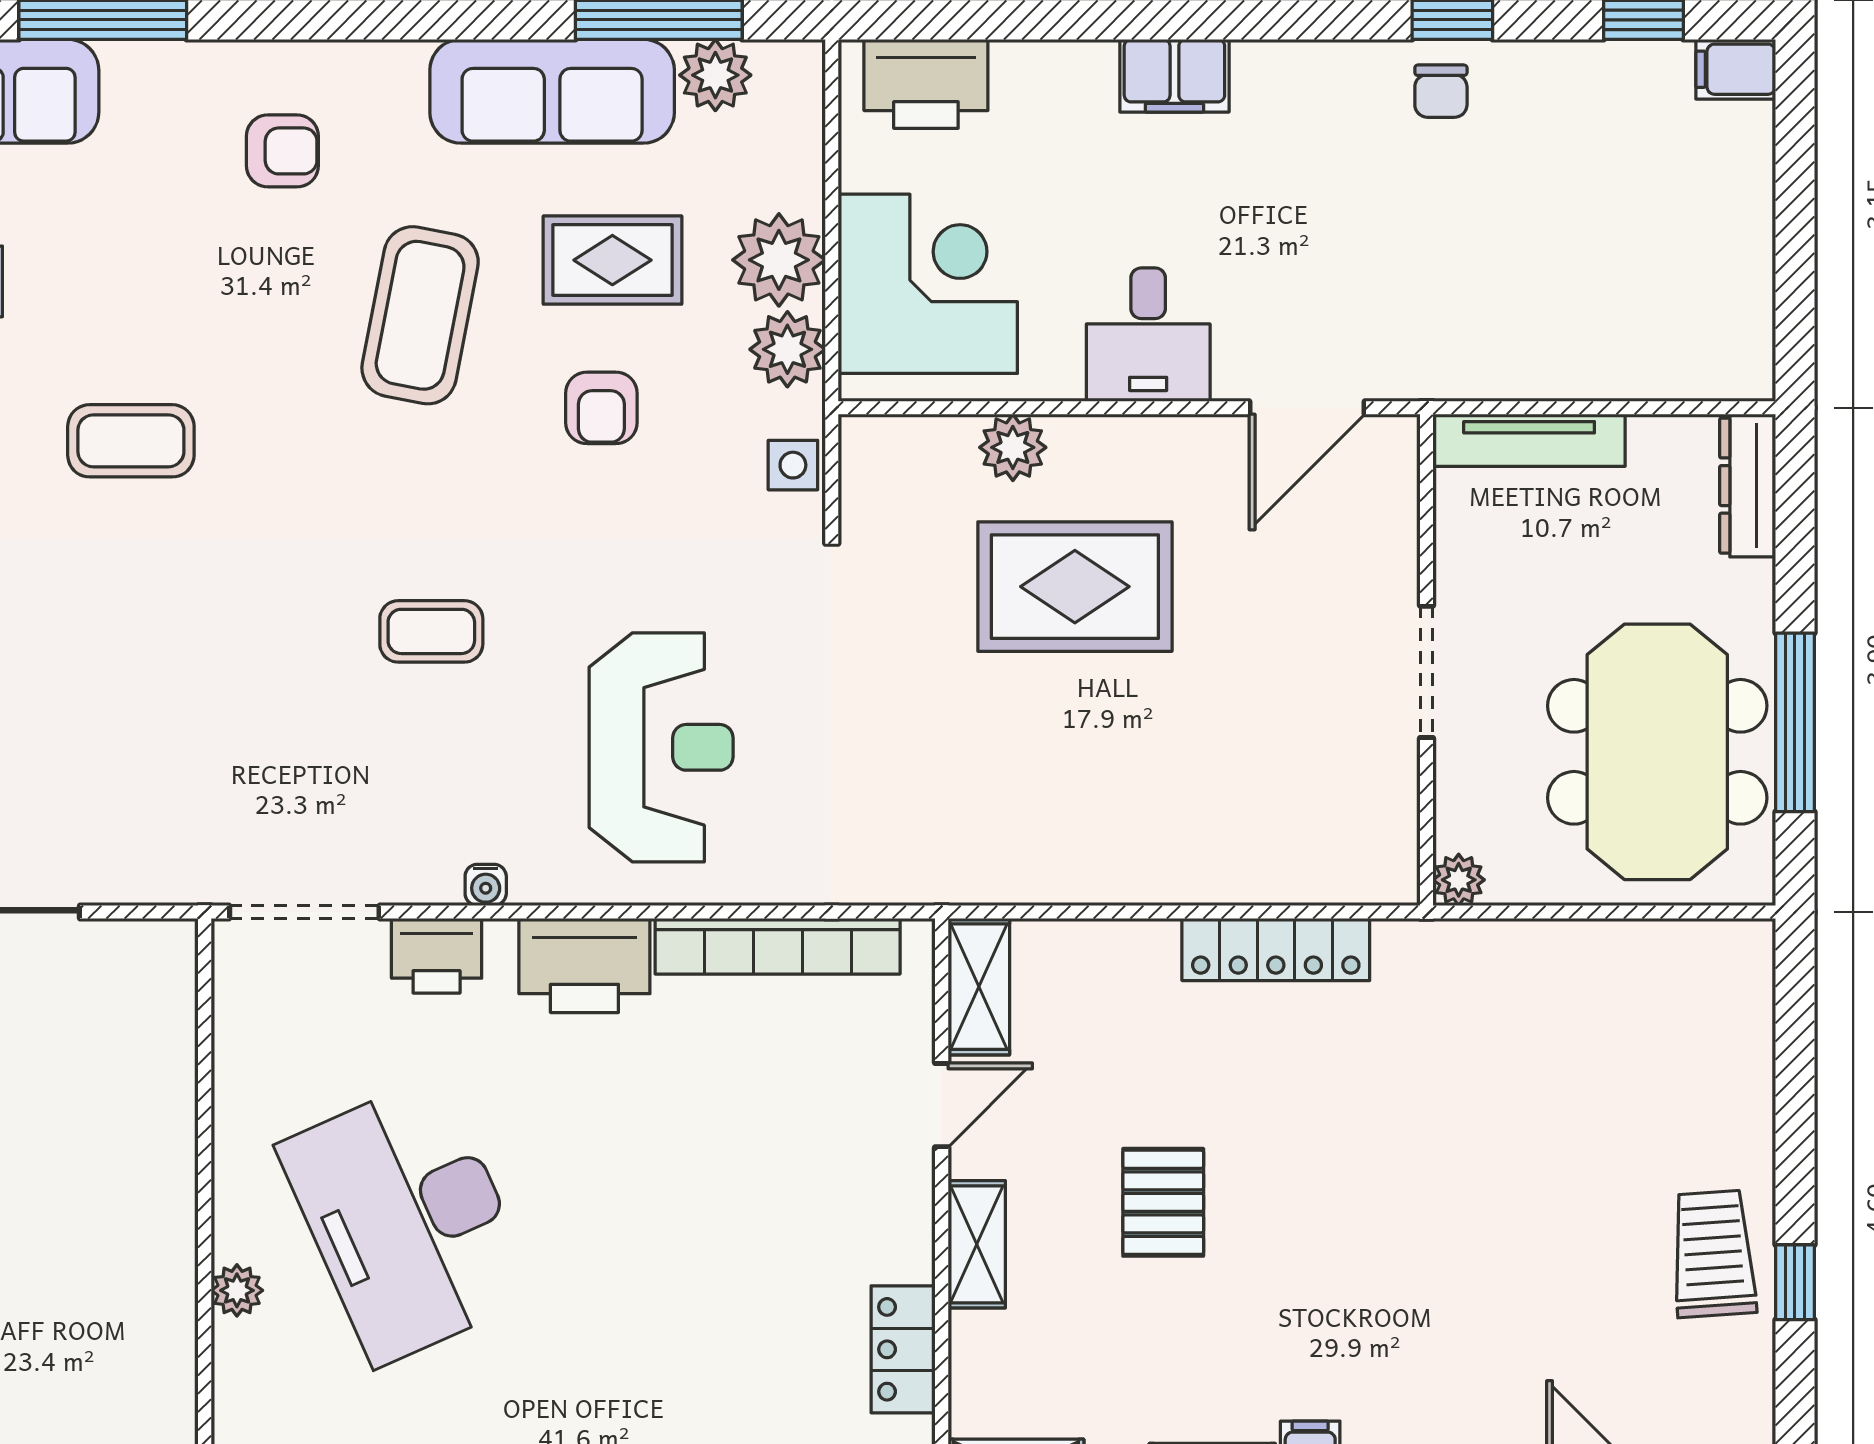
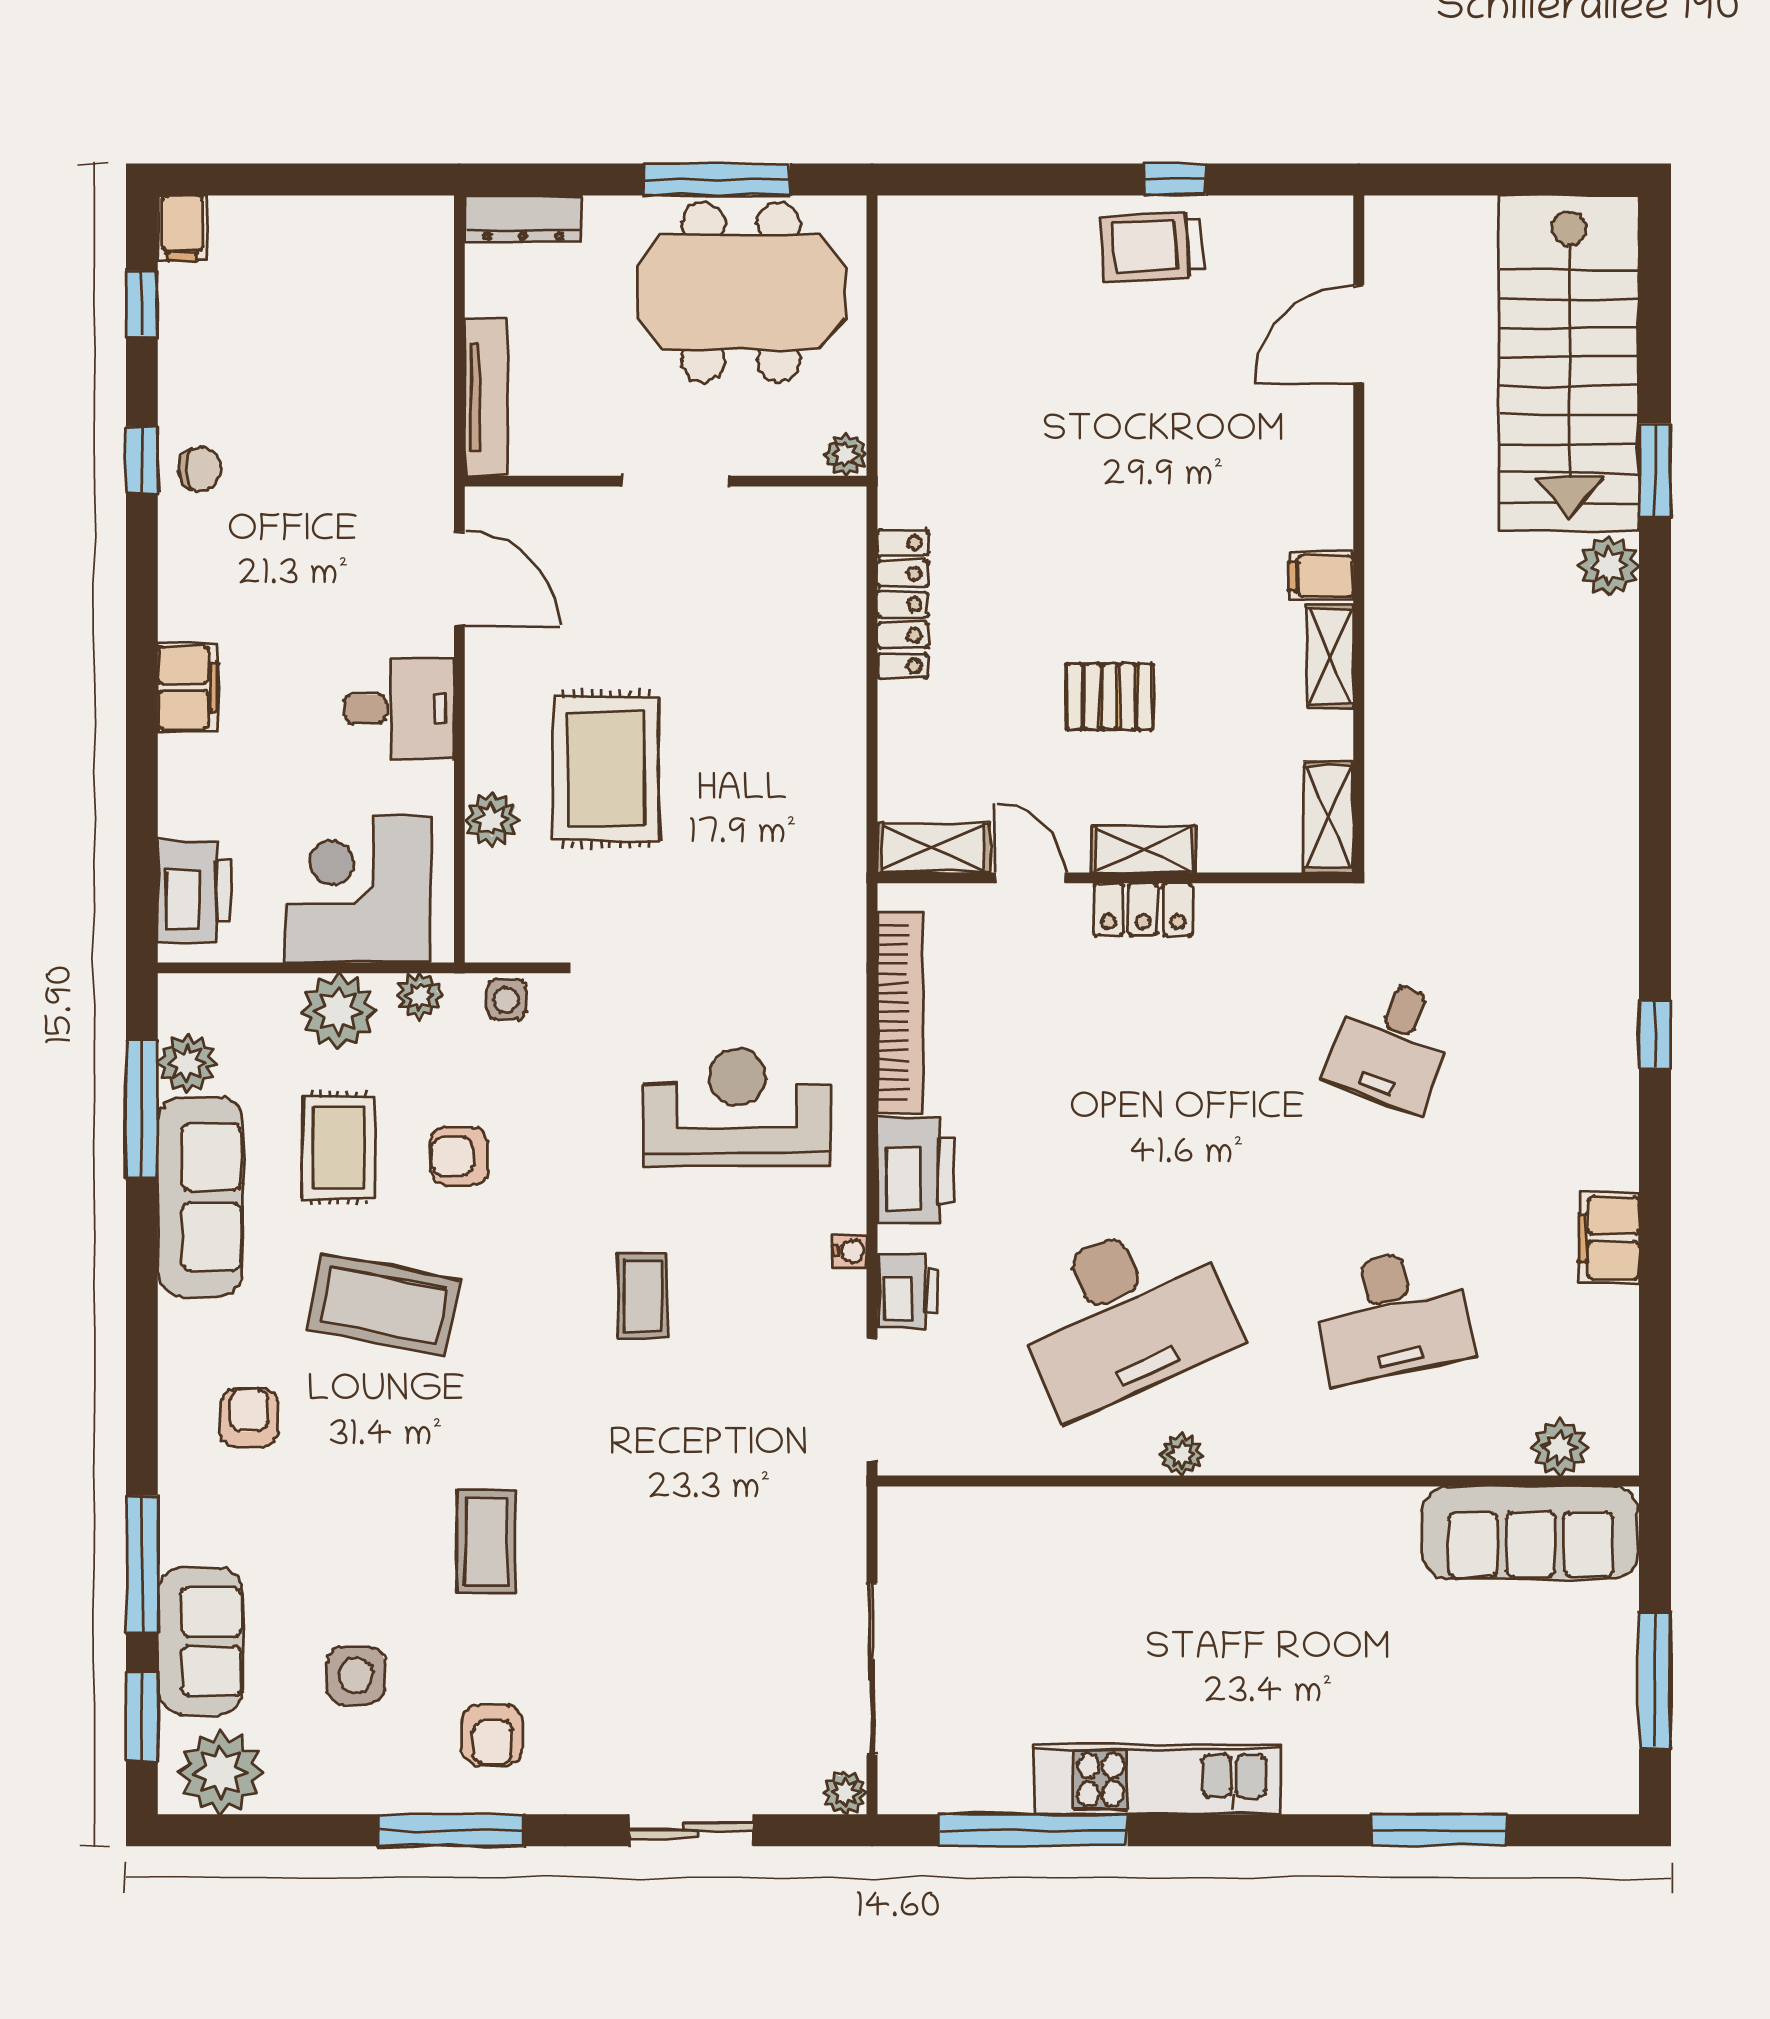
plant: (787, 349) -> (420, 996), width x0.73, depth x0.73
armchair: (601, 408) -> (459, 1156), turned 180
locker: (903, 1349) -> (1143, 909), moved

